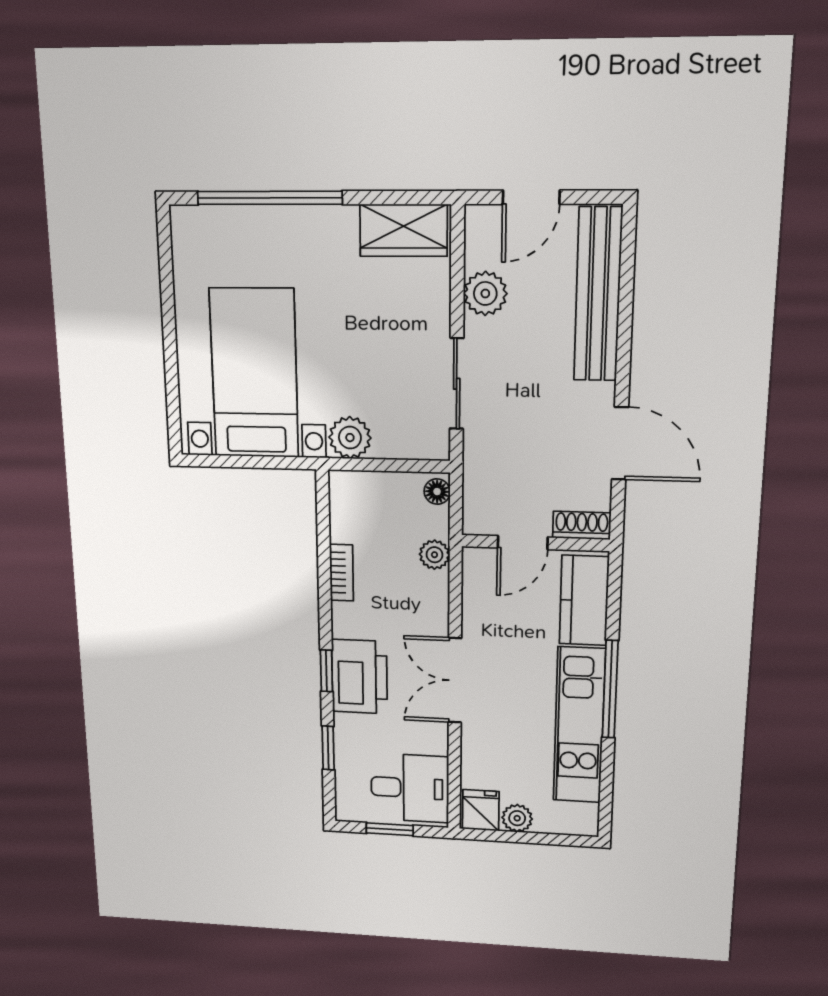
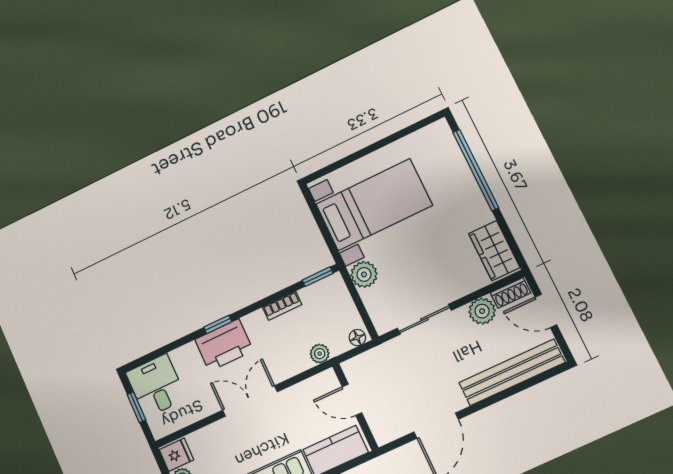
shoe rack: (582, 525) -> (511, 293), moved, turned 90
window: (328, 748) -> (318, 277), moved
desk: (410, 788) -> (156, 386), moved, turned 180

